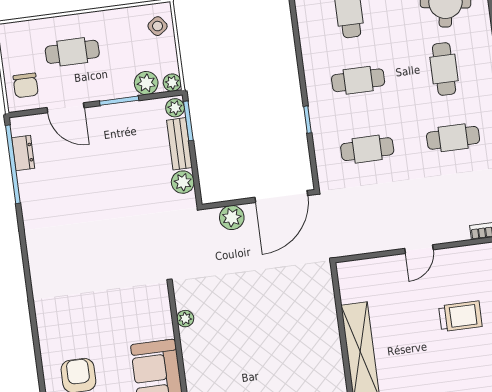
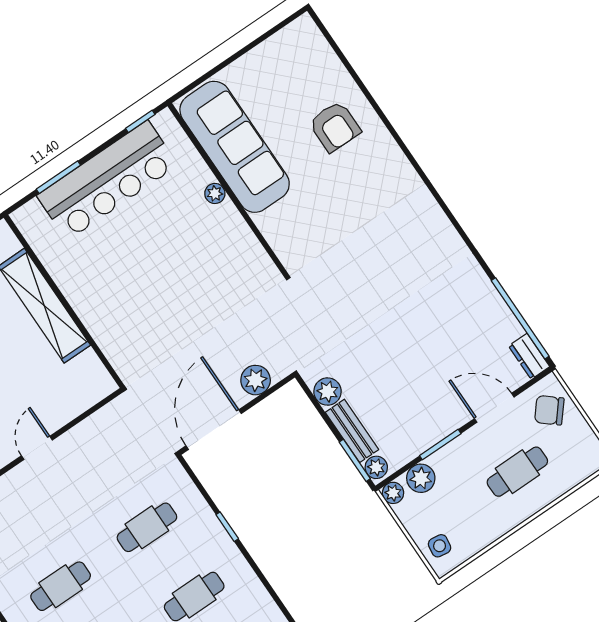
side table: (158, 26) -> (440, 546), turned 45
chair: (26, 85) -> (549, 410), turned -50
dresser: (23, 153) -> (529, 356), moved
plant: (185, 319) -> (215, 193), moved

